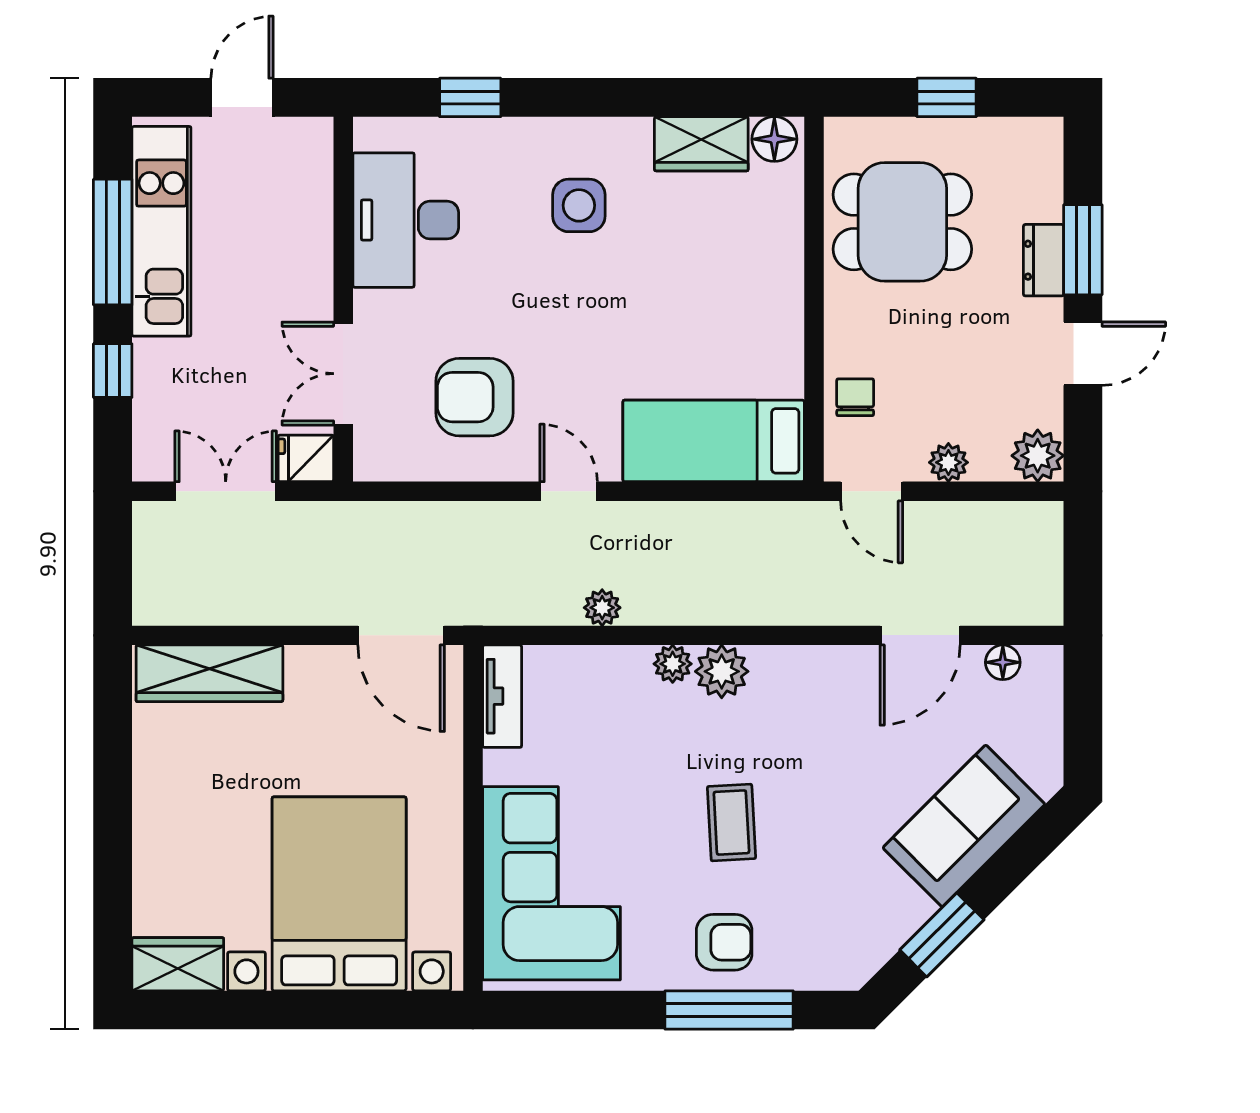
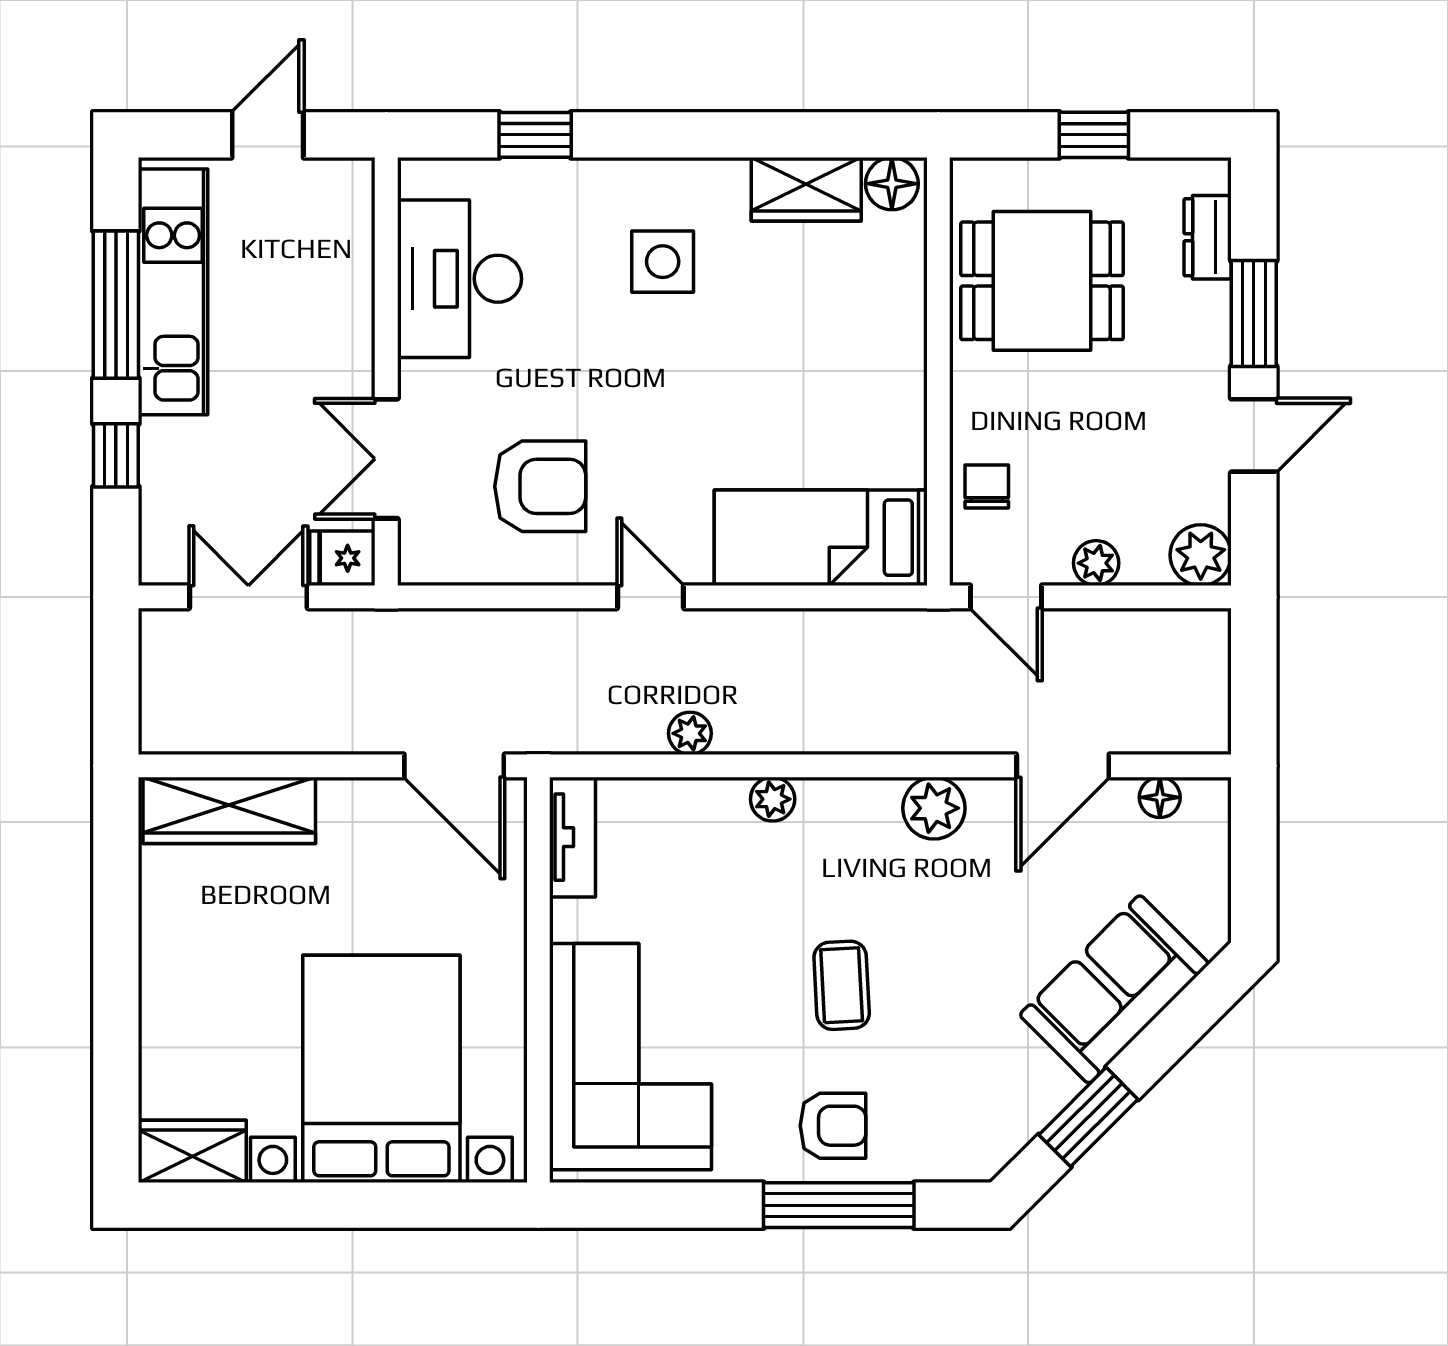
dresser: (1044, 260) -> (1208, 237), moved
armchair: (474, 397) -> (540, 486), turned 180
plant: (722, 671) -> (934, 808), moved

